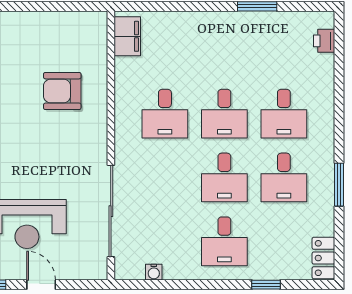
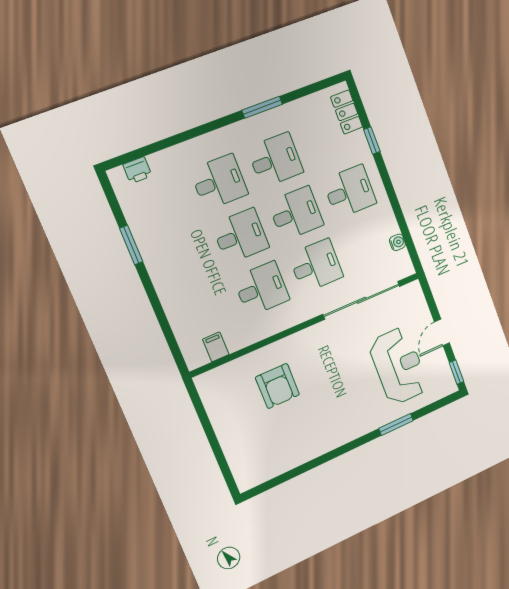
filing cabinet: (127, 36) -> (216, 347), width x0.50
desk: (165, 177) -> (316, 266), added
locker: (323, 258) -> (347, 112), moved, turned 90

